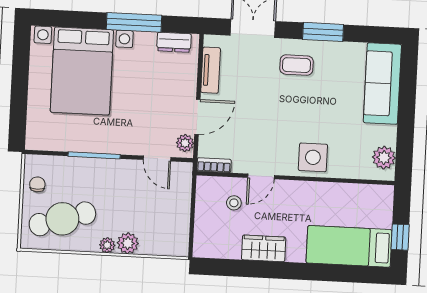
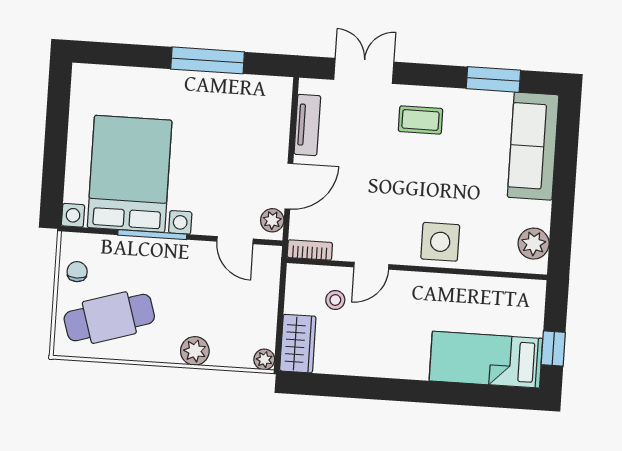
window: (323, 32) -> (493, 79), moved
dresser: (174, 42) -> (260, 87), removed
bed with nightstands: (82, 71) -> (130, 174), moved, turned 180
plant: (107, 245) -> (264, 359), moved
wardrobe: (264, 248) -> (298, 344), moved, turned 90

